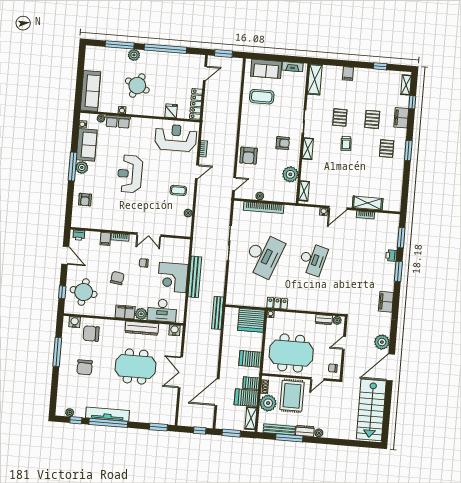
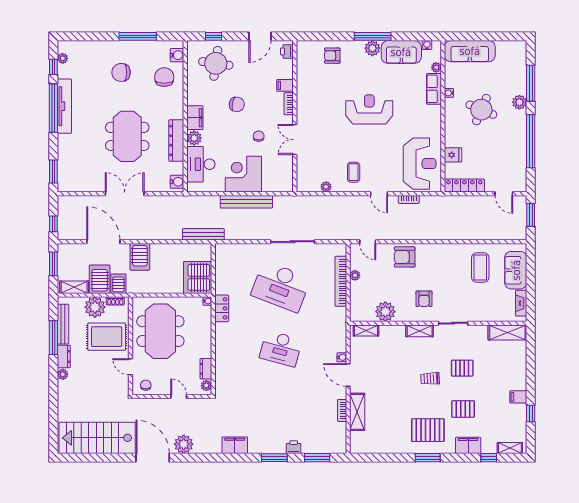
filing cabinet: (348, 74) -> (518, 397), moved
pallet: (387, 149) -> (428, 430), width x1.50, depth x1.42
server rack: (250, 359) -> (140, 257), moved, turned 180

